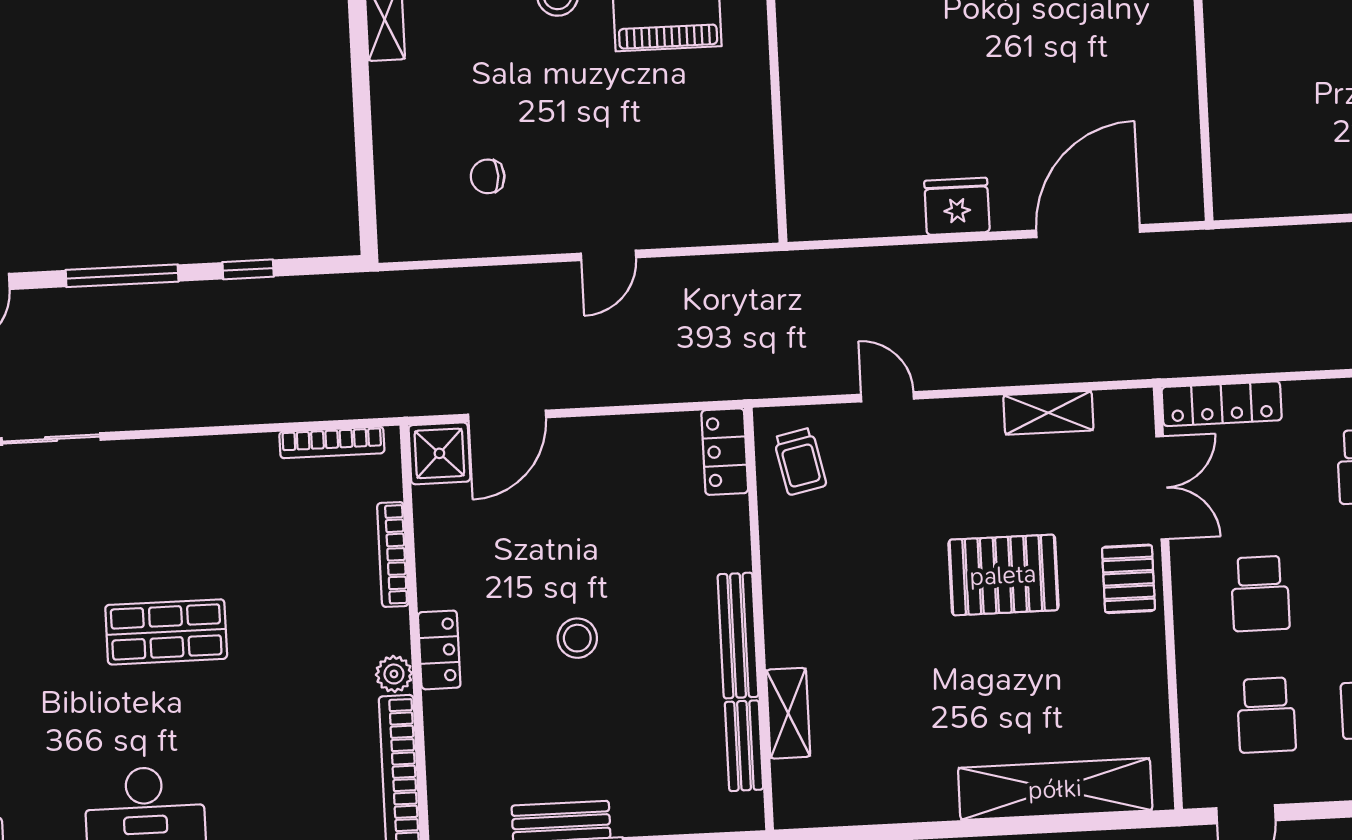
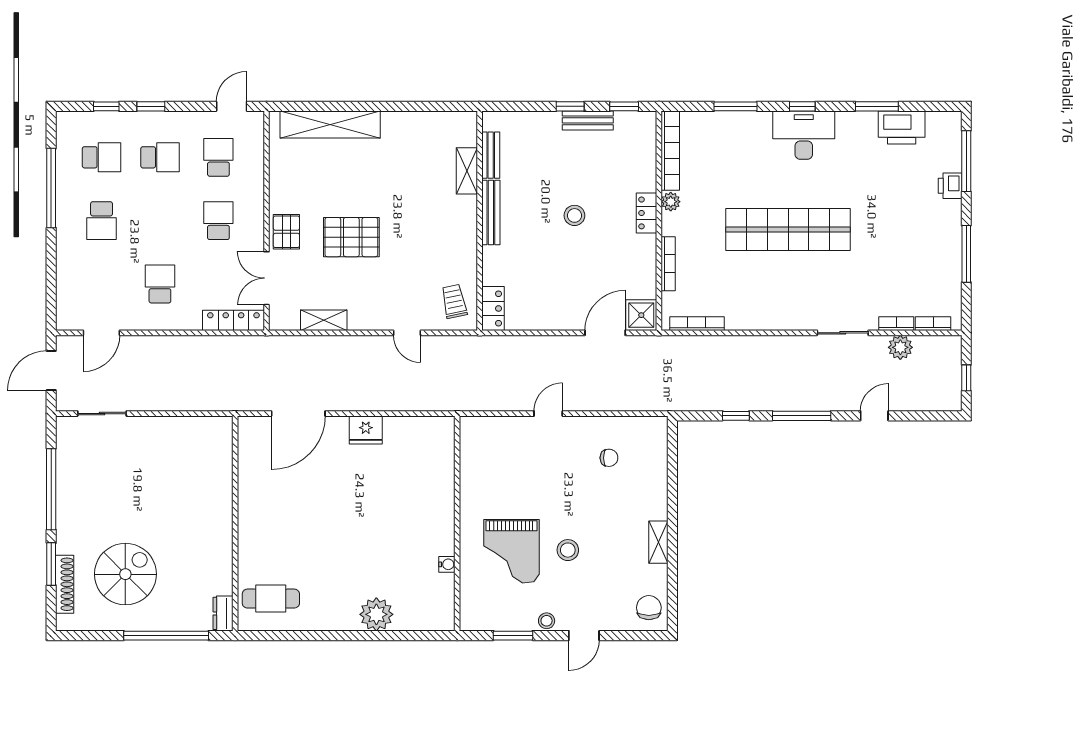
shop shelf: (166, 632) -> (788, 230), width x2.00, depth x1.36

